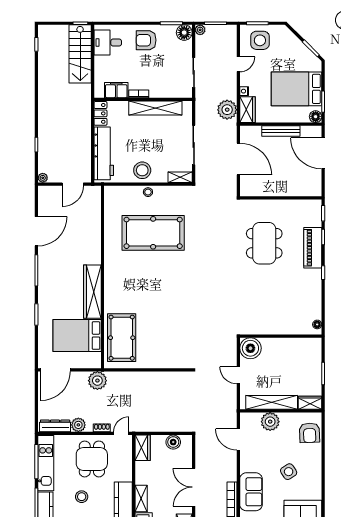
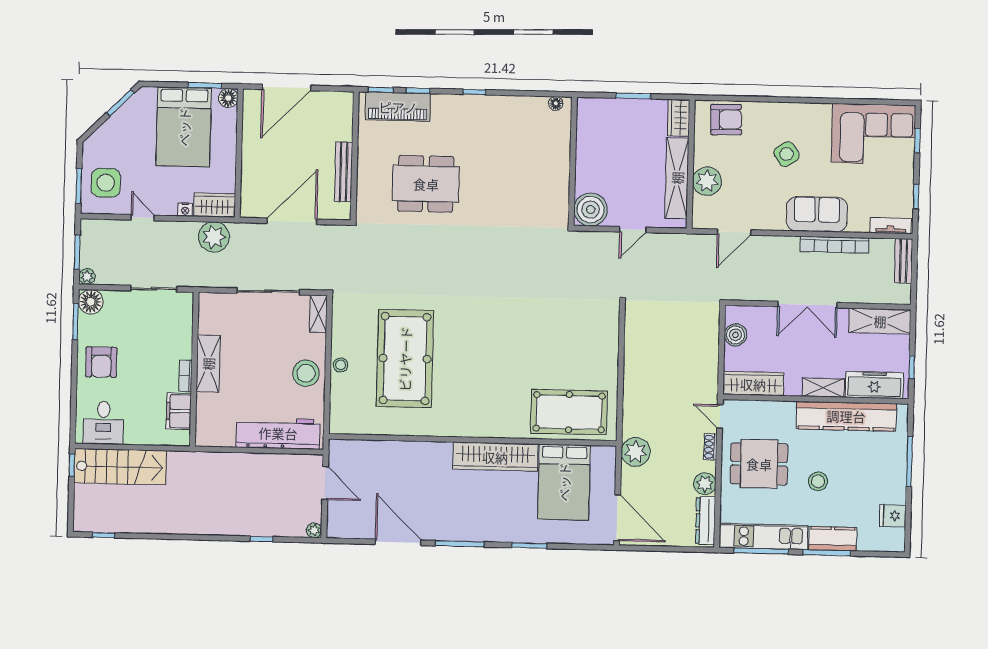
shelving: (155, 108) -> (208, 364), width x0.68
locker: (100, 113) -> (215, 437), removed
bench: (281, 131) -> (344, 172), moved
piano: (313, 248) -> (398, 107), moved
wardrobe: (143, 448) -> (753, 384), width x1.50

